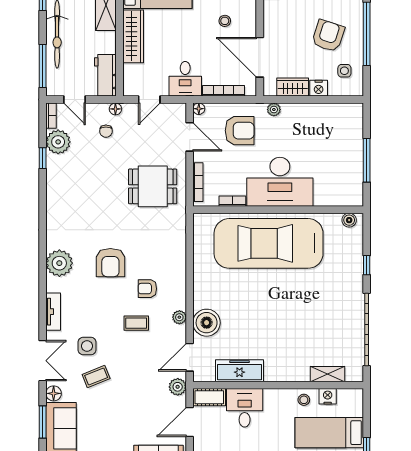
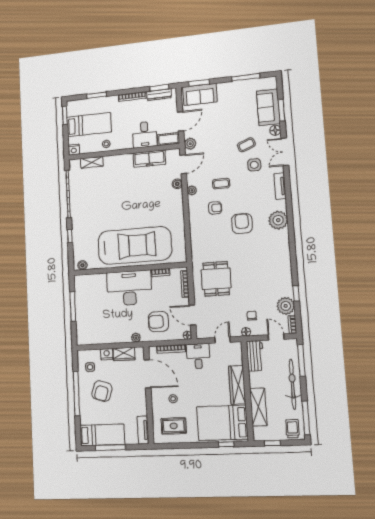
dining table: (153, 186) -> (216, 279), turned 90
boiler: (207, 323) -> (177, 184), width x0.54, depth x0.54
nightstand: (328, 396) -> (74, 150), moved

